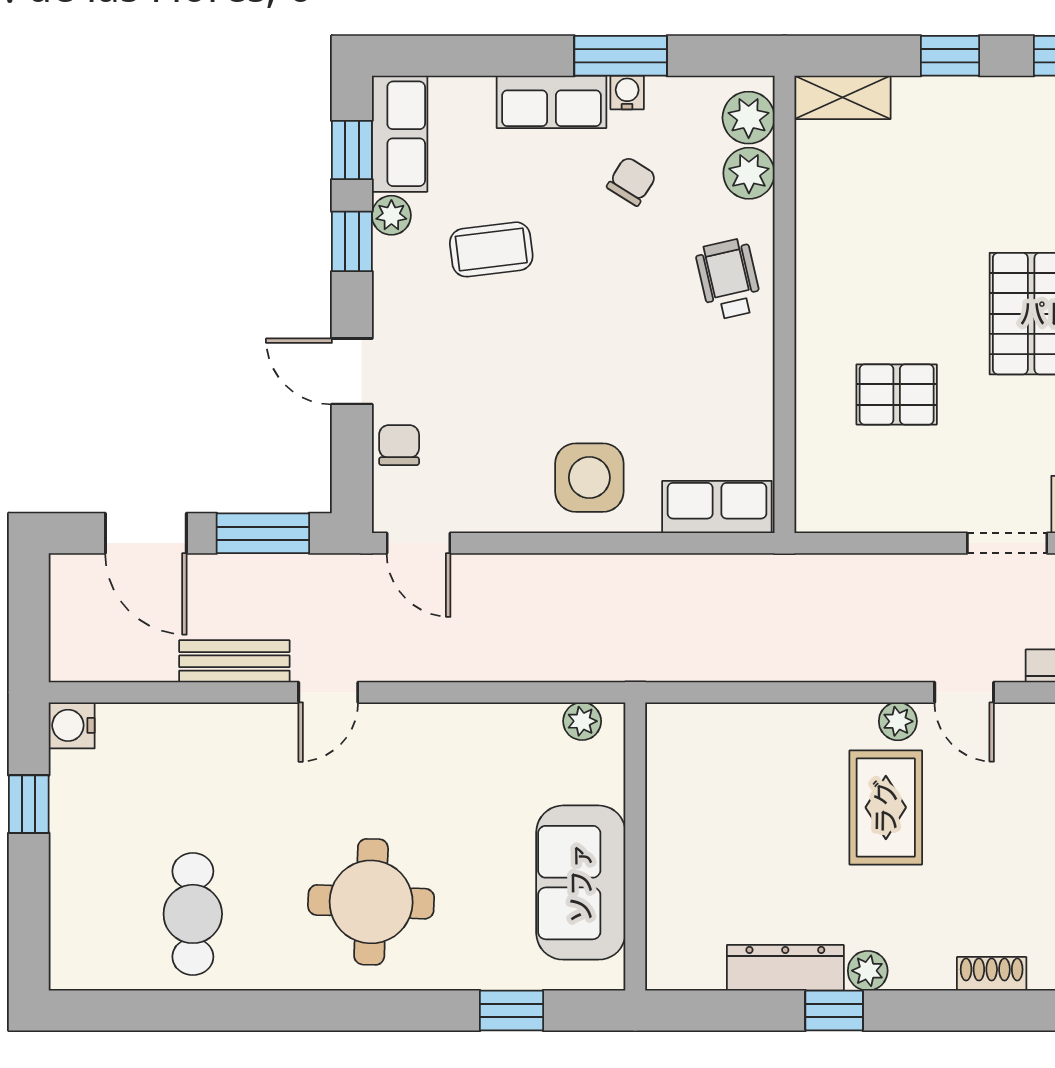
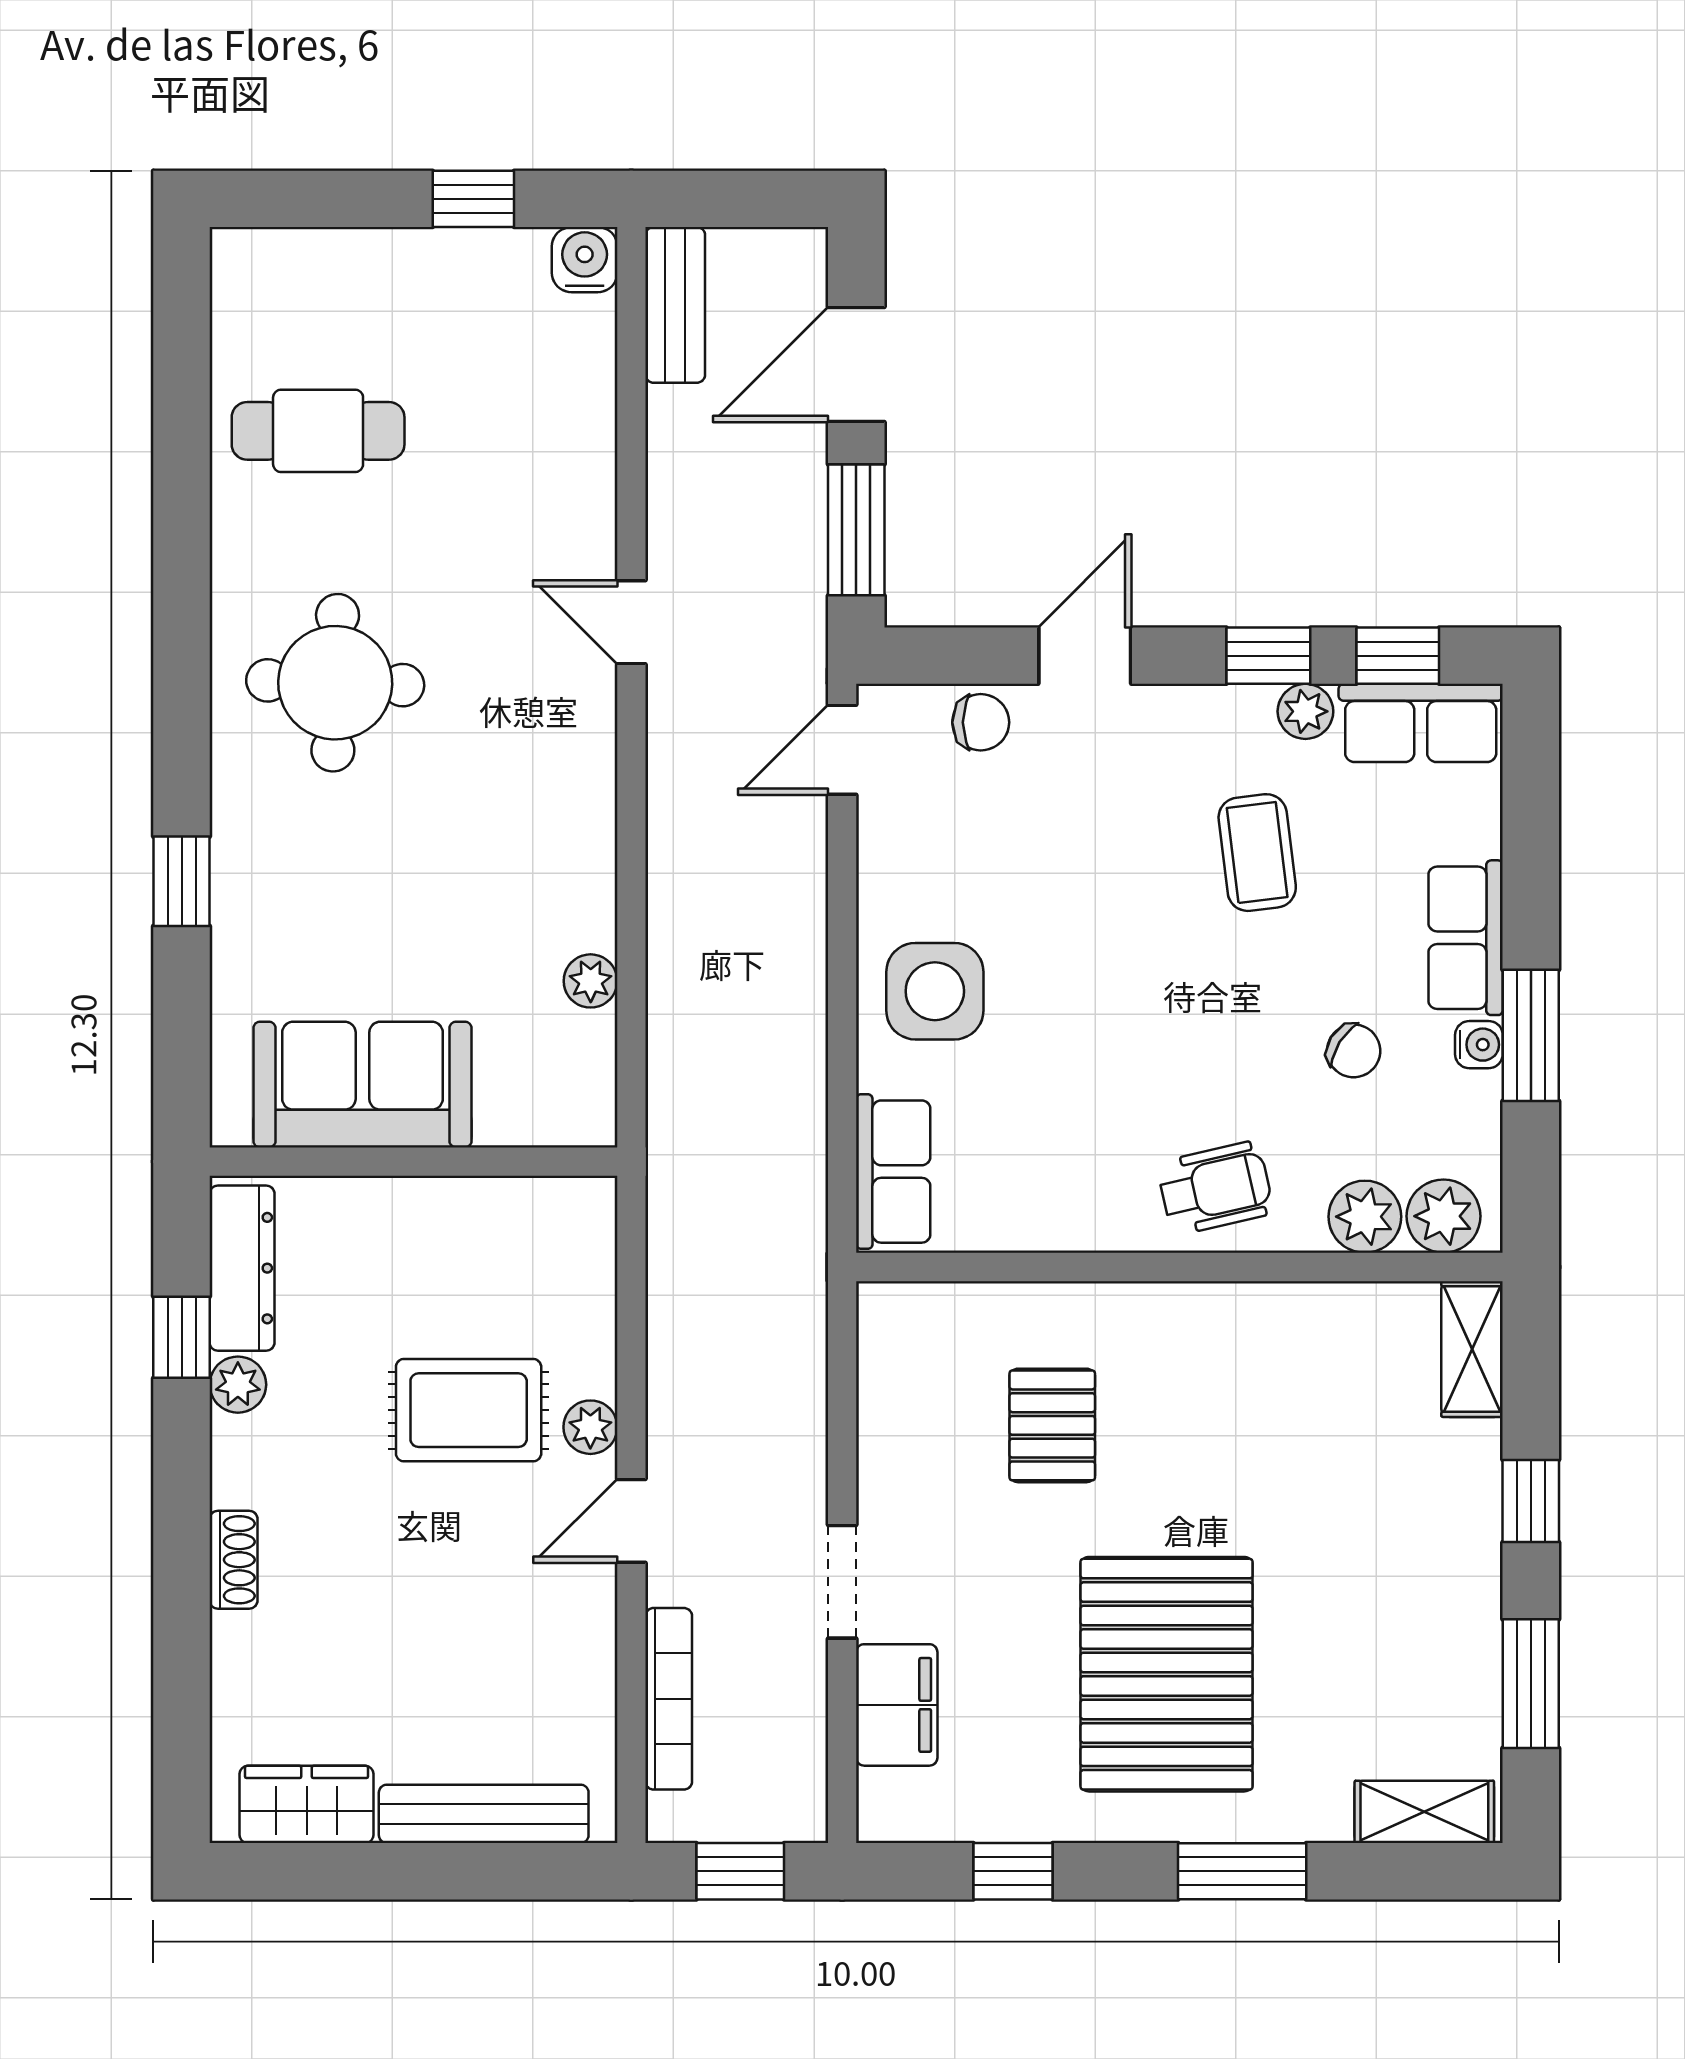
bench: (234, 661) -> (675, 305), moved
wall: (635, 846) -> (413, 1162), moved
sofa: (581, 883) -> (362, 1085), moved

